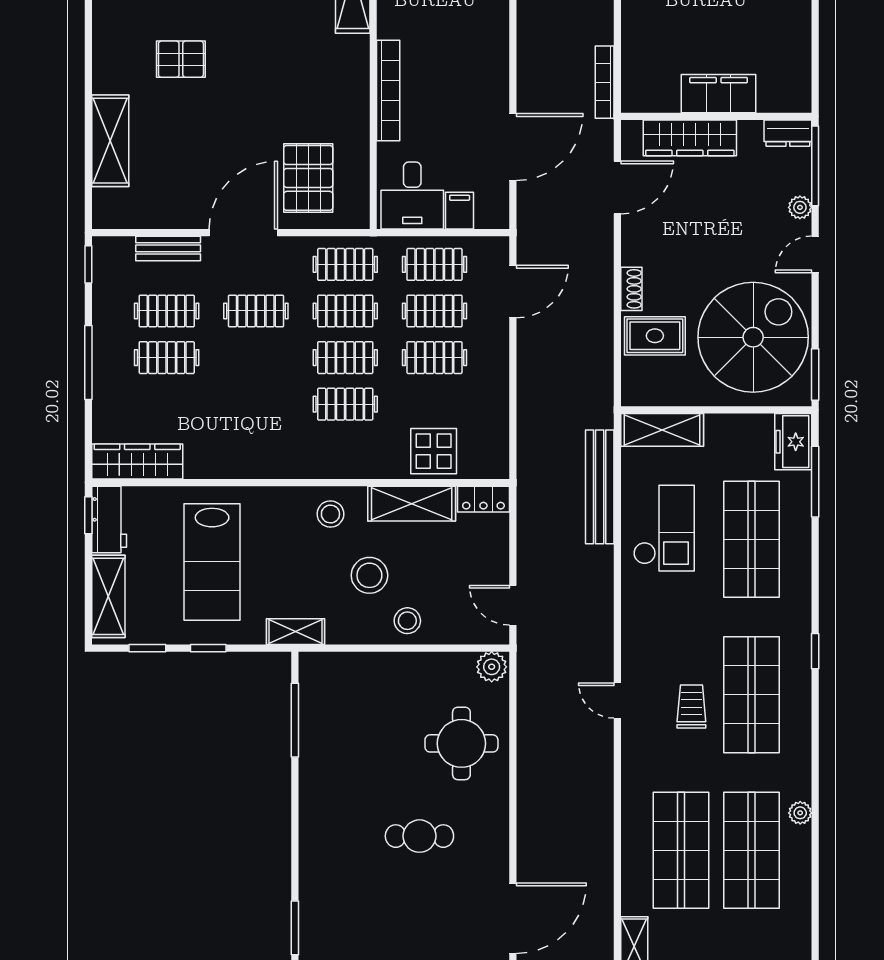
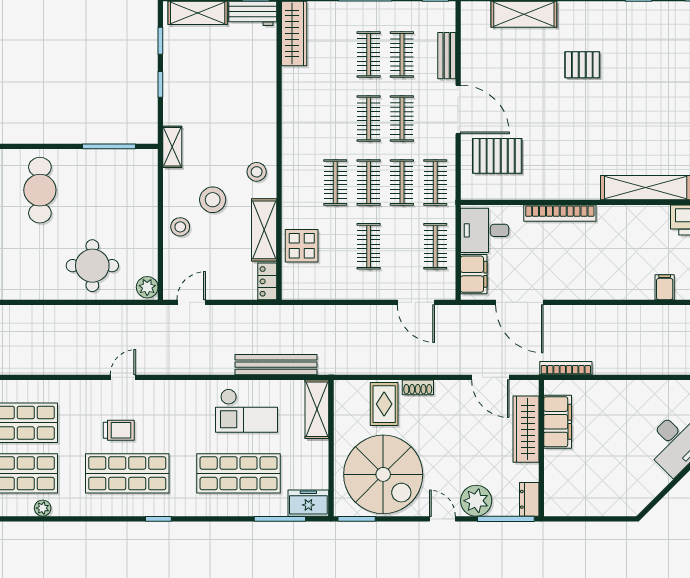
pallet: (181, 59) -> (582, 65), turned 90
filing cabinet: (719, 94) -> (558, 422), moved
plant: (800, 207) -> (476, 501), width x1.88, depth x1.88
filing cabinet: (460, 211) -> (474, 274), width x2.00
clothes rail: (434, 311) -> (369, 119), moved
lab bench: (212, 562) -> (222, 87), removed
cafe table: (419, 836) -> (40, 190), moved, width x1.37, depth x1.35

